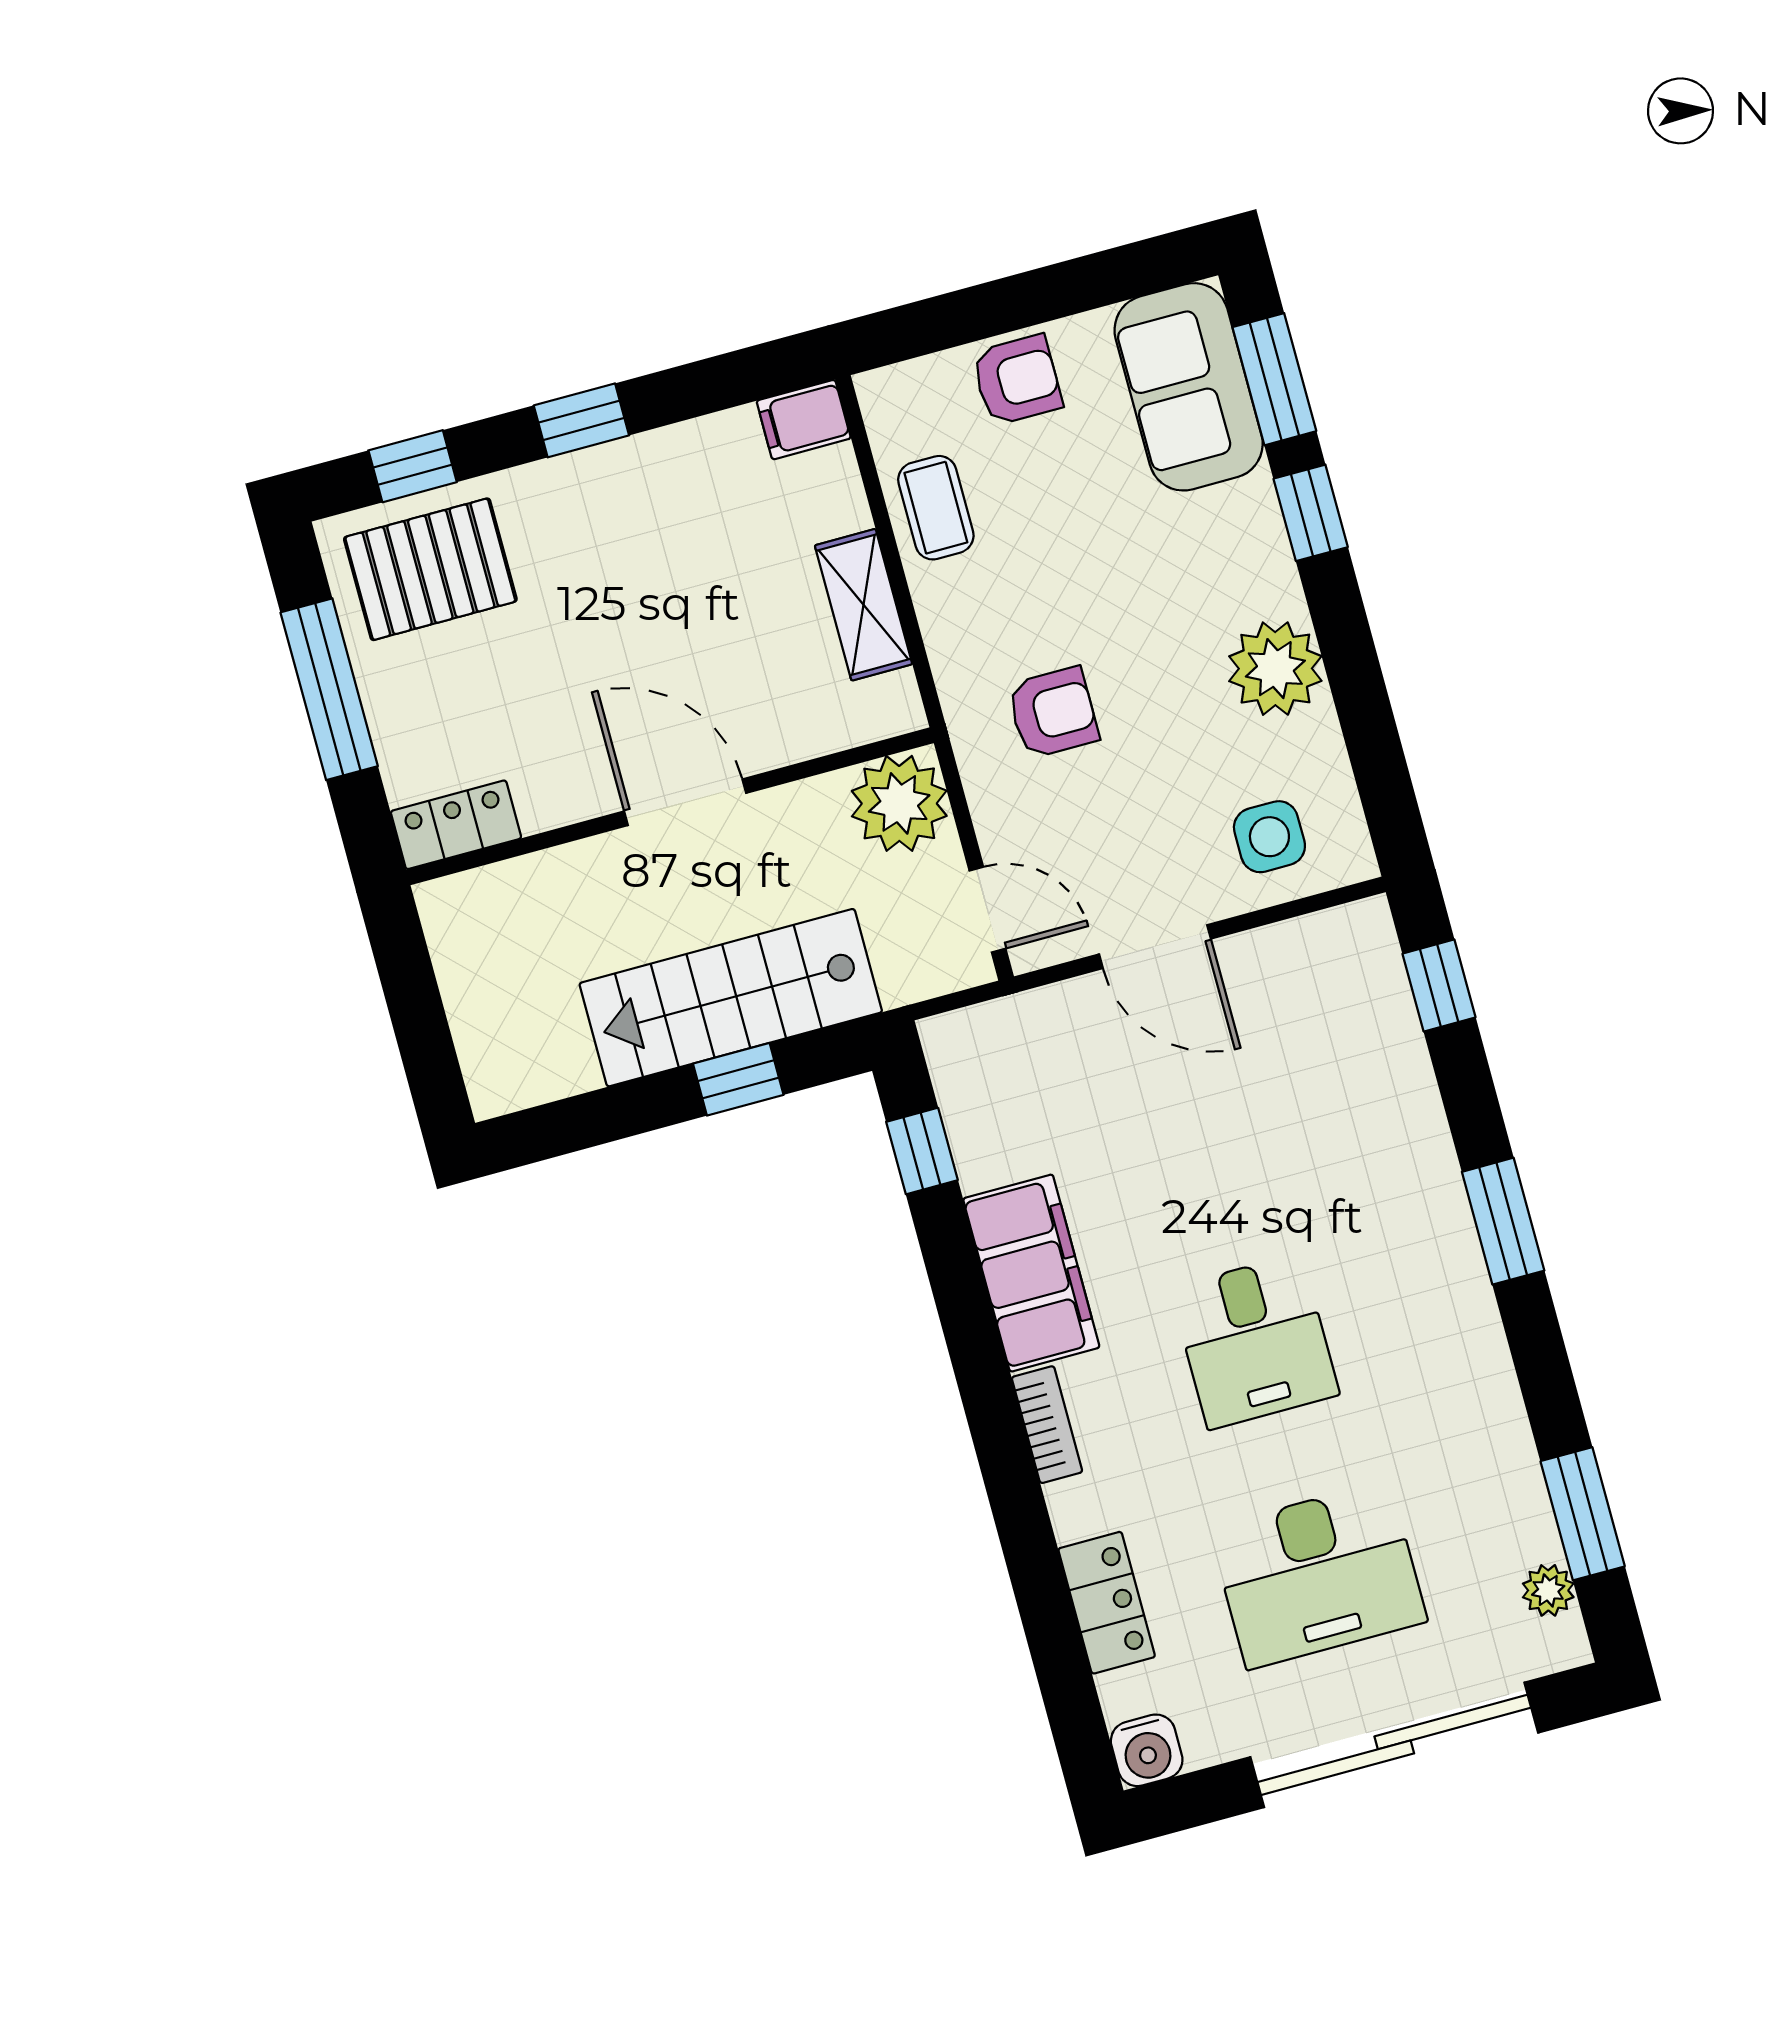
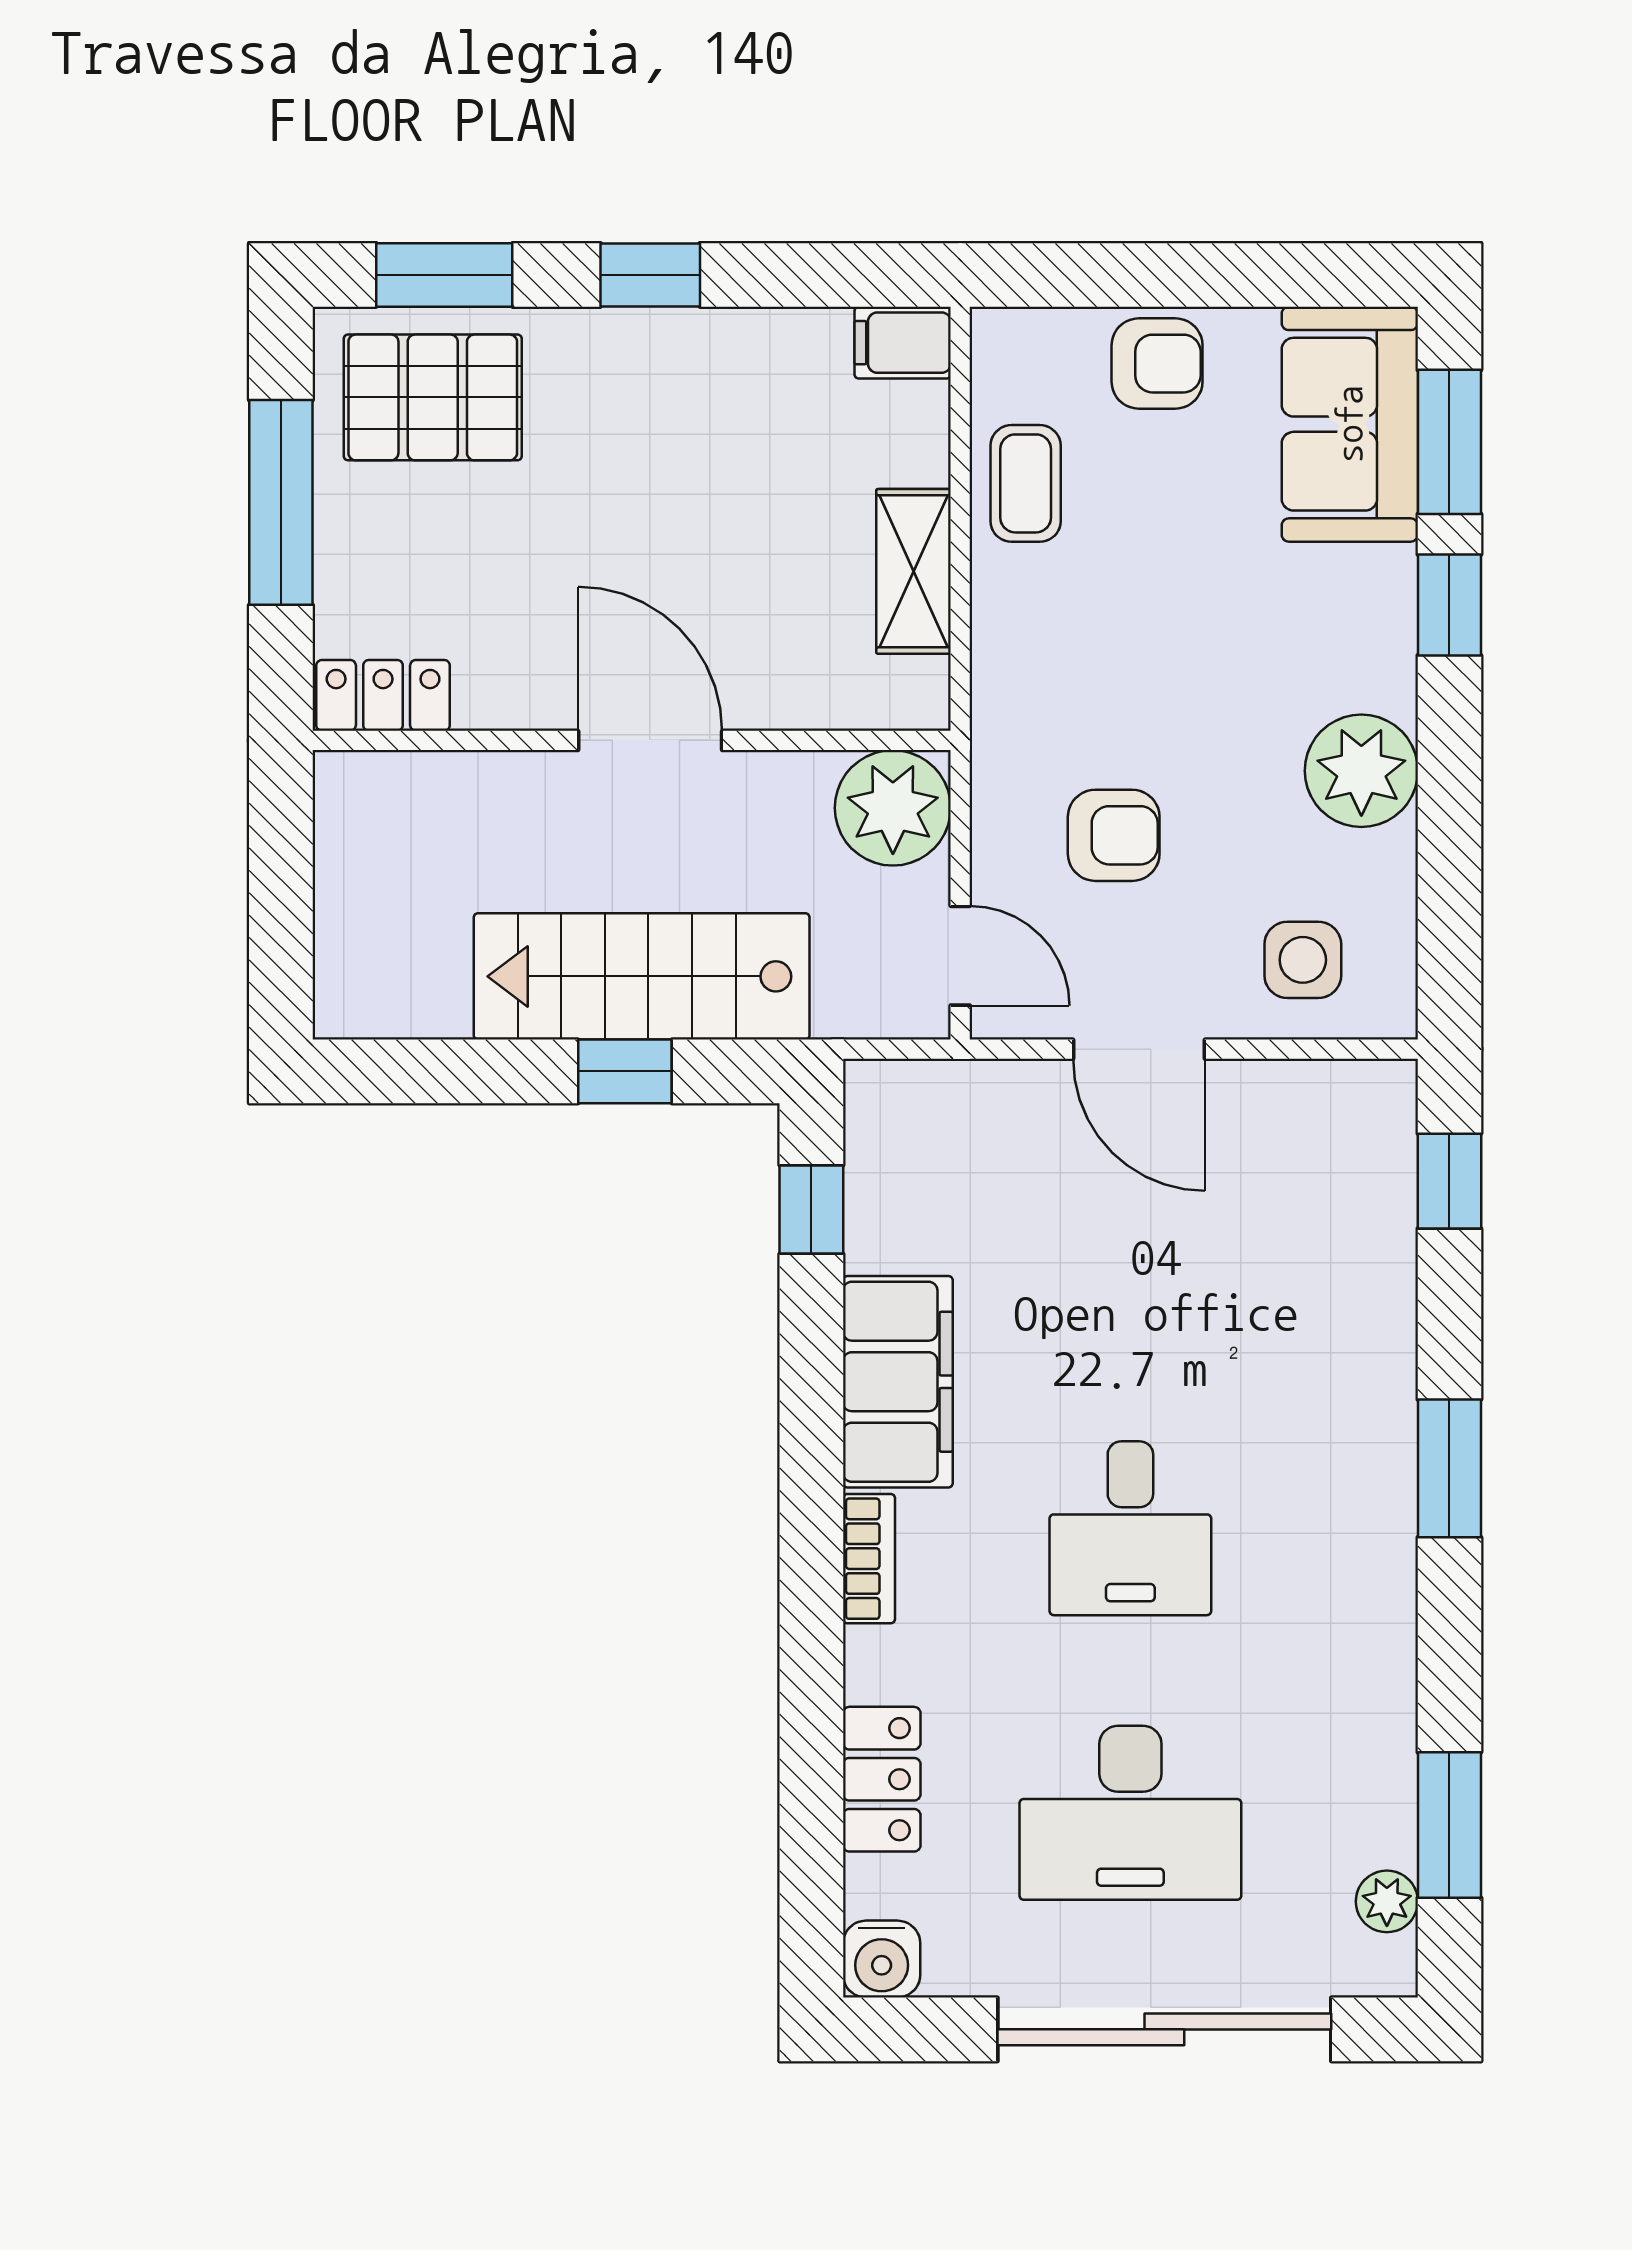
window: (413, 466) -> (444, 275), width x1.50
armchair: (1053, 713) -> (1114, 835), moved

